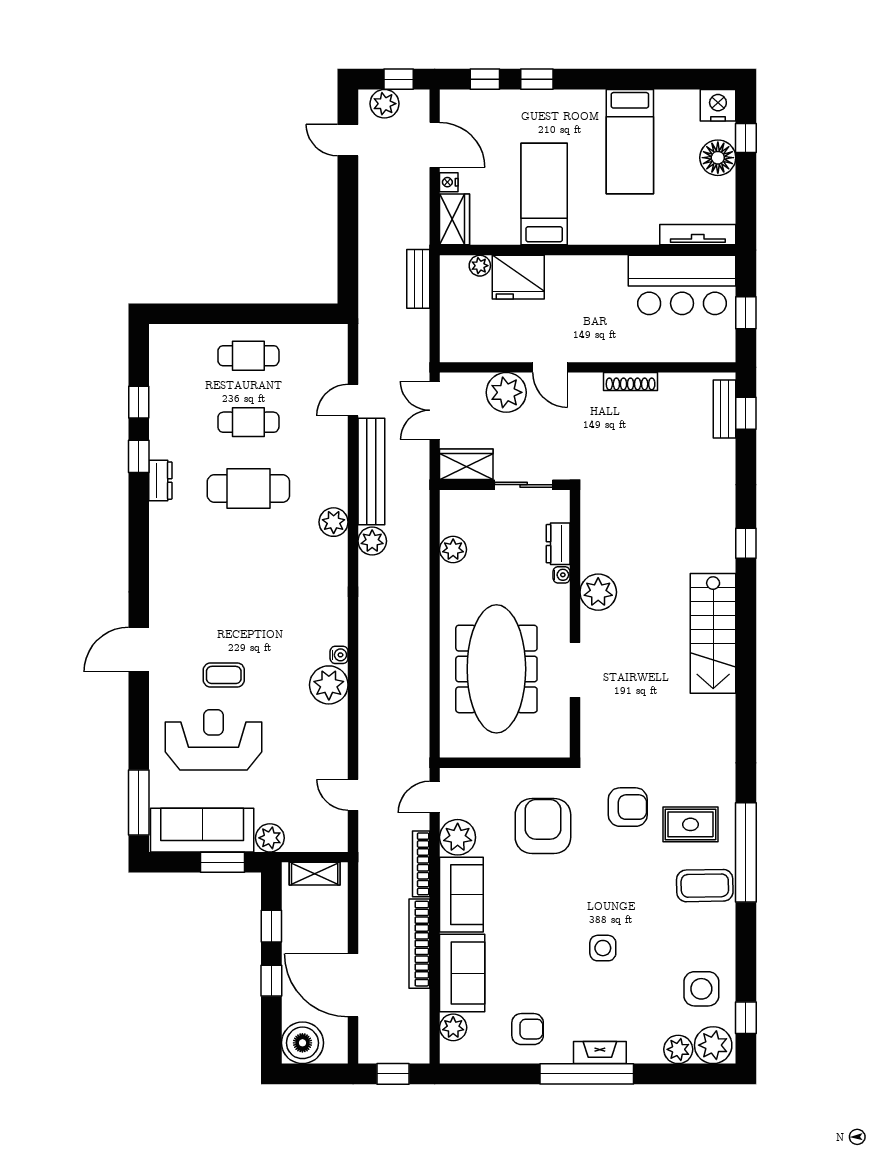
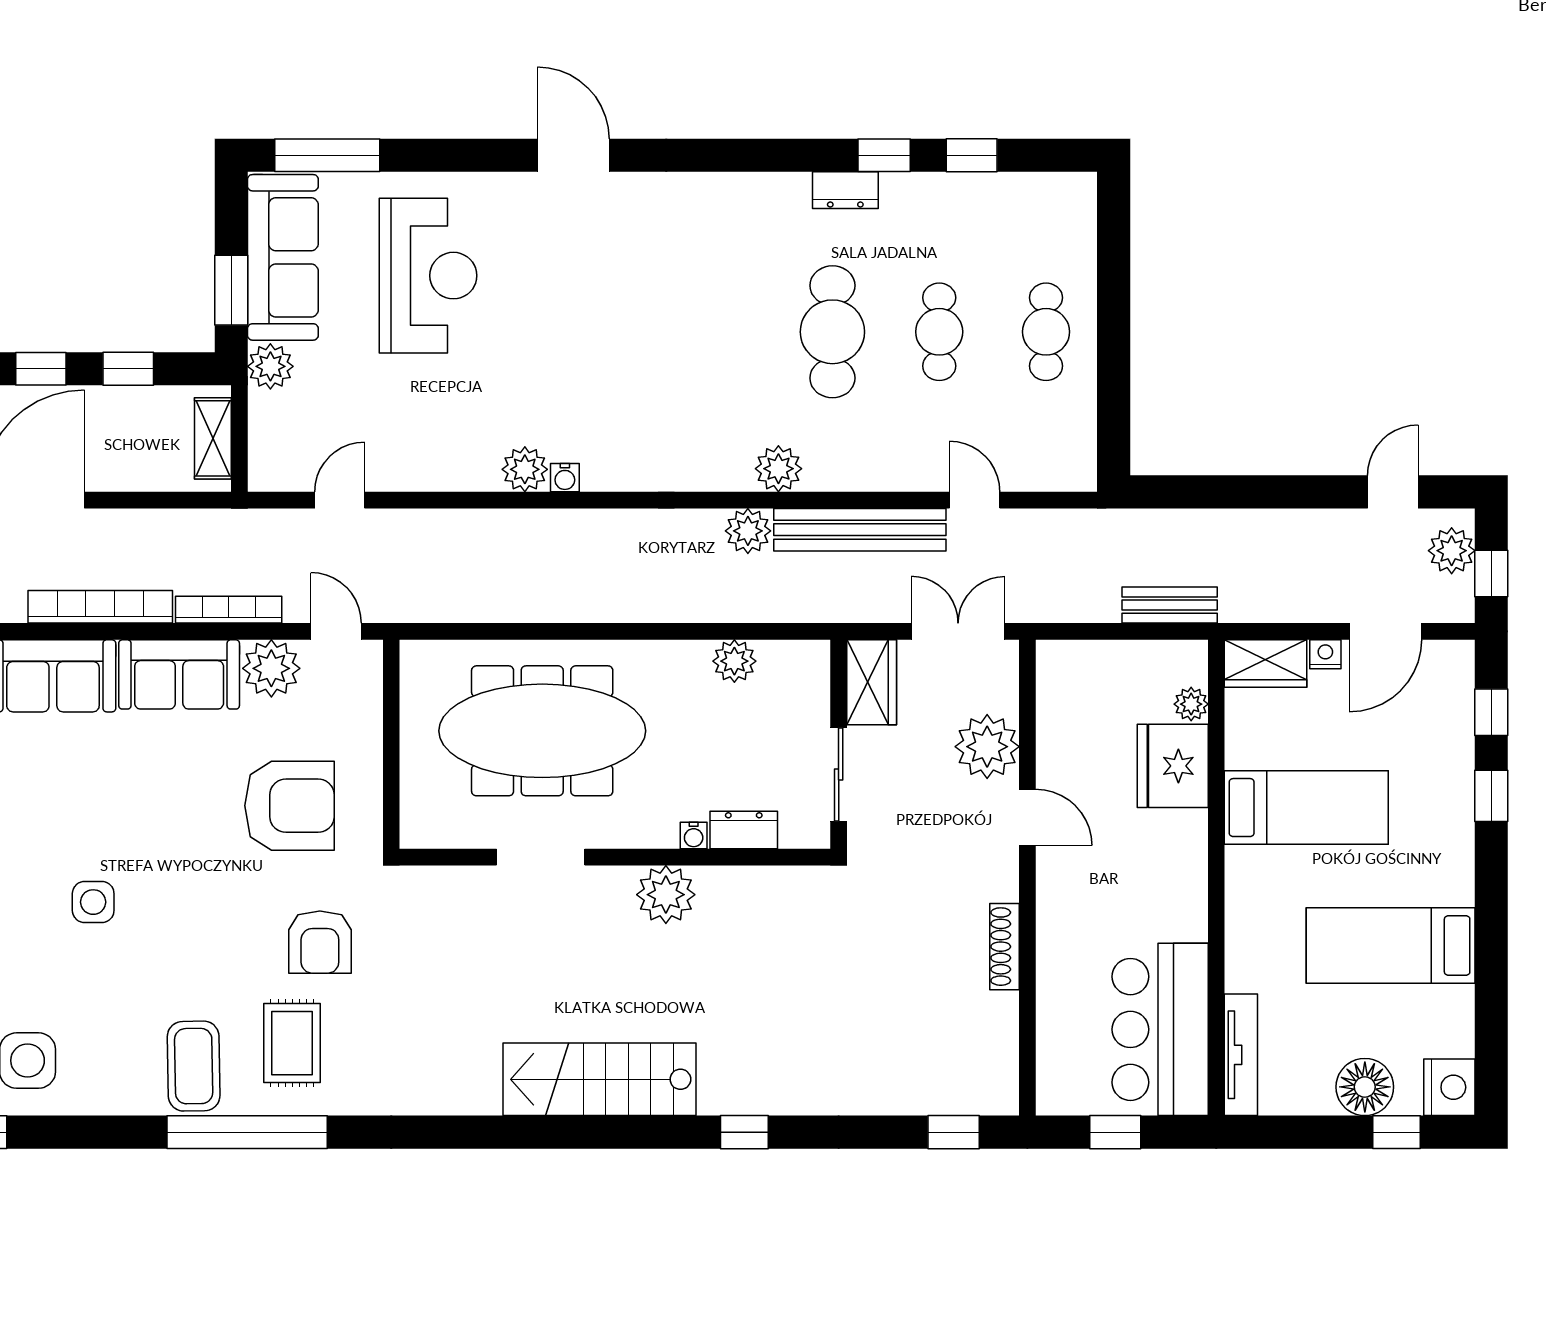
door: (550, 367) -> (1027, 817), swing flipped
bench: (724, 409) -> (960, 1098), removed
coffee table: (224, 675) -> (533, 292), removed
plant: (329, 685) -> (525, 469), width x0.73, depth x0.73

